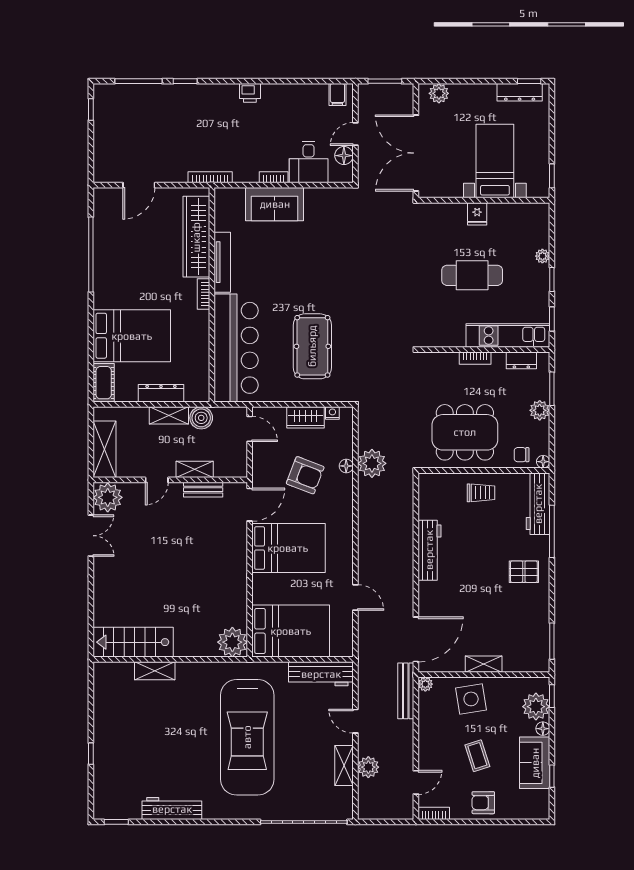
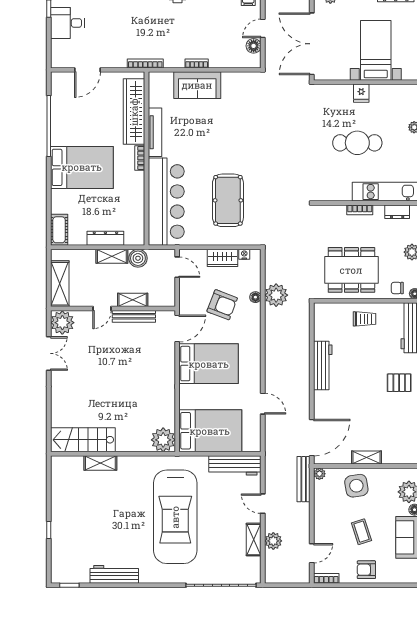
desk: (309, 162) -> (67, 23), moved, turned 90
bed: (132, 336) -> (82, 167), moved
bench: (203, 490) -> (134, 316), width x1.36

